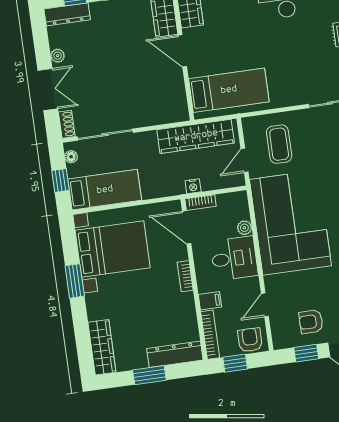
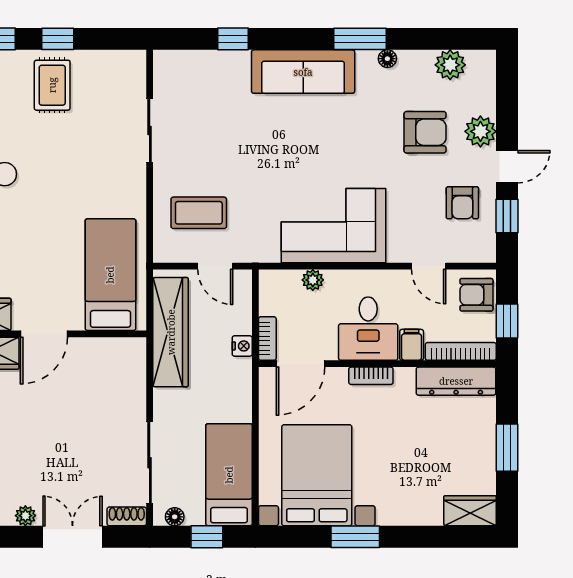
corner sofa: (290, 223) -> (334, 226), width x0.73, depth x0.74
desk: (234, 258) -> (368, 329), moved, turned 180
wardrobe: (102, 347) -> (470, 511), width x0.67
dresser: (175, 354) -> (456, 381), moved, turned -90

